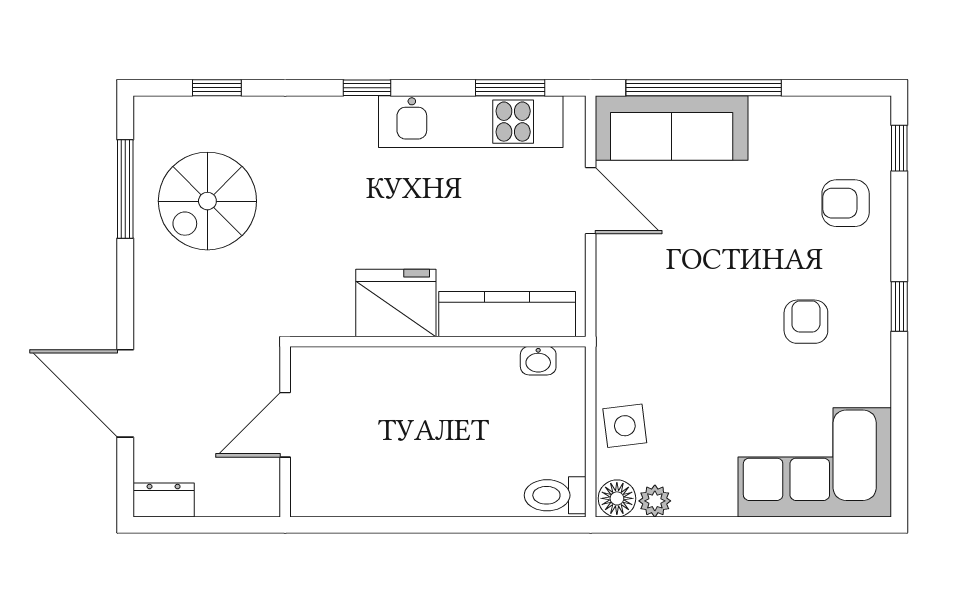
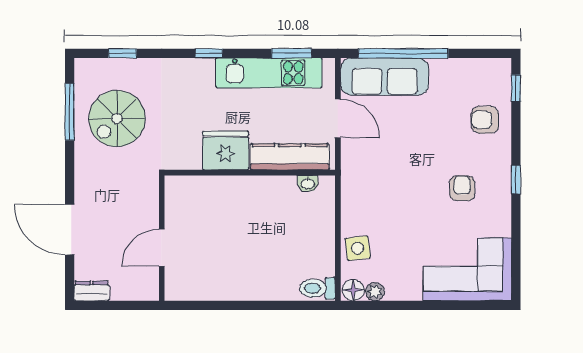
fridge: (396, 303) -> (226, 150), moved
kitchen counter: (507, 314) -> (290, 157), moved
wall: (438, 342) -> (250, 173), moved
washbasin: (538, 361) -> (308, 184), moved

